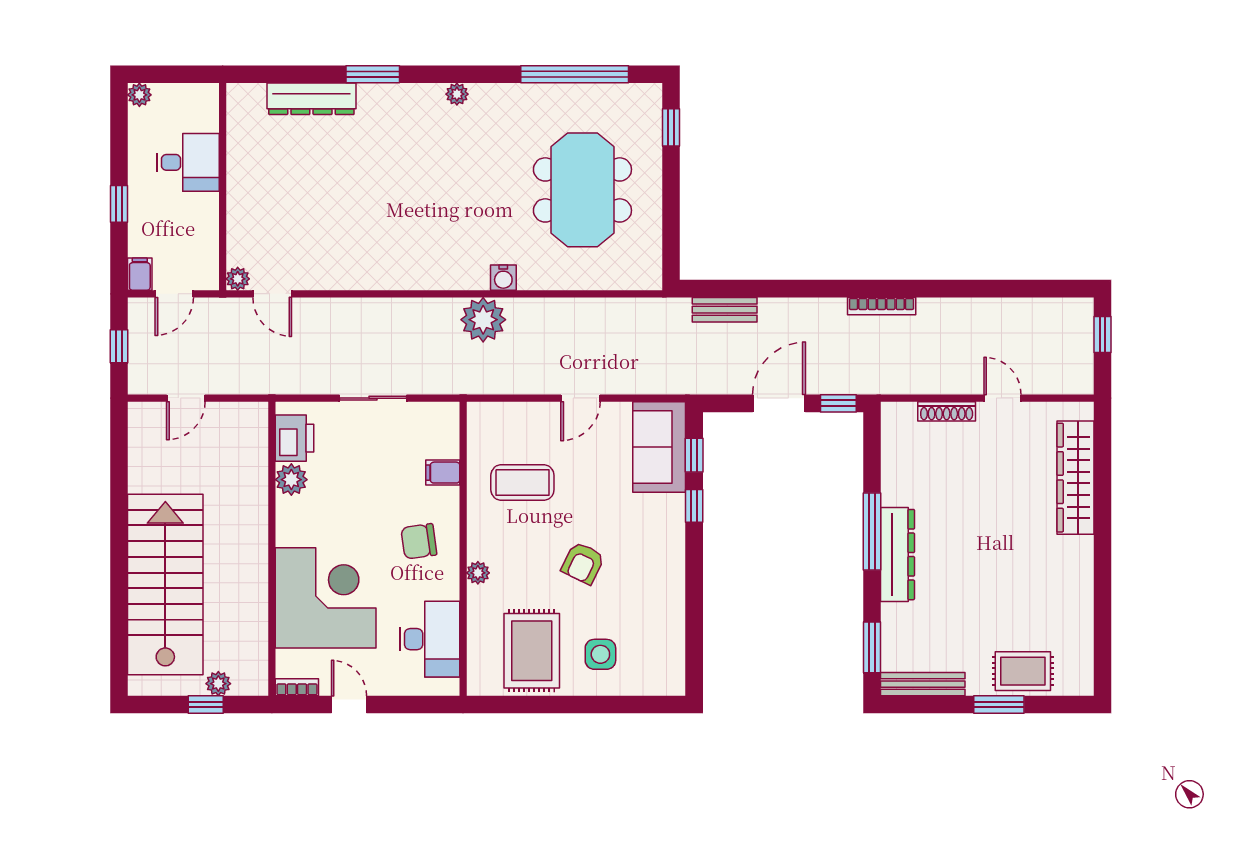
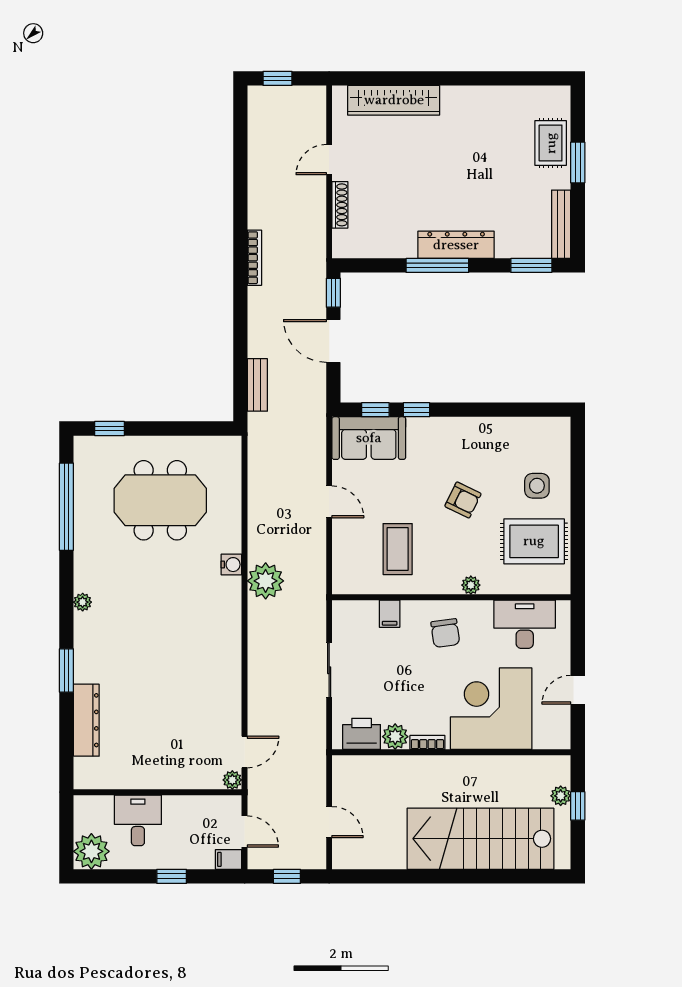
plant: (139, 95) -> (91, 851), width x1.88, depth x1.88
bookcase: (297, 687) -> (427, 742), moved, turned 90

